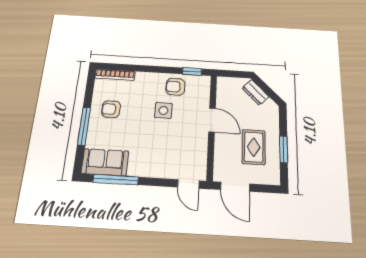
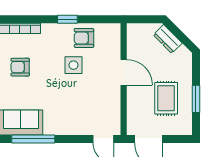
window: (192, 71) -> (67, 19), moved

